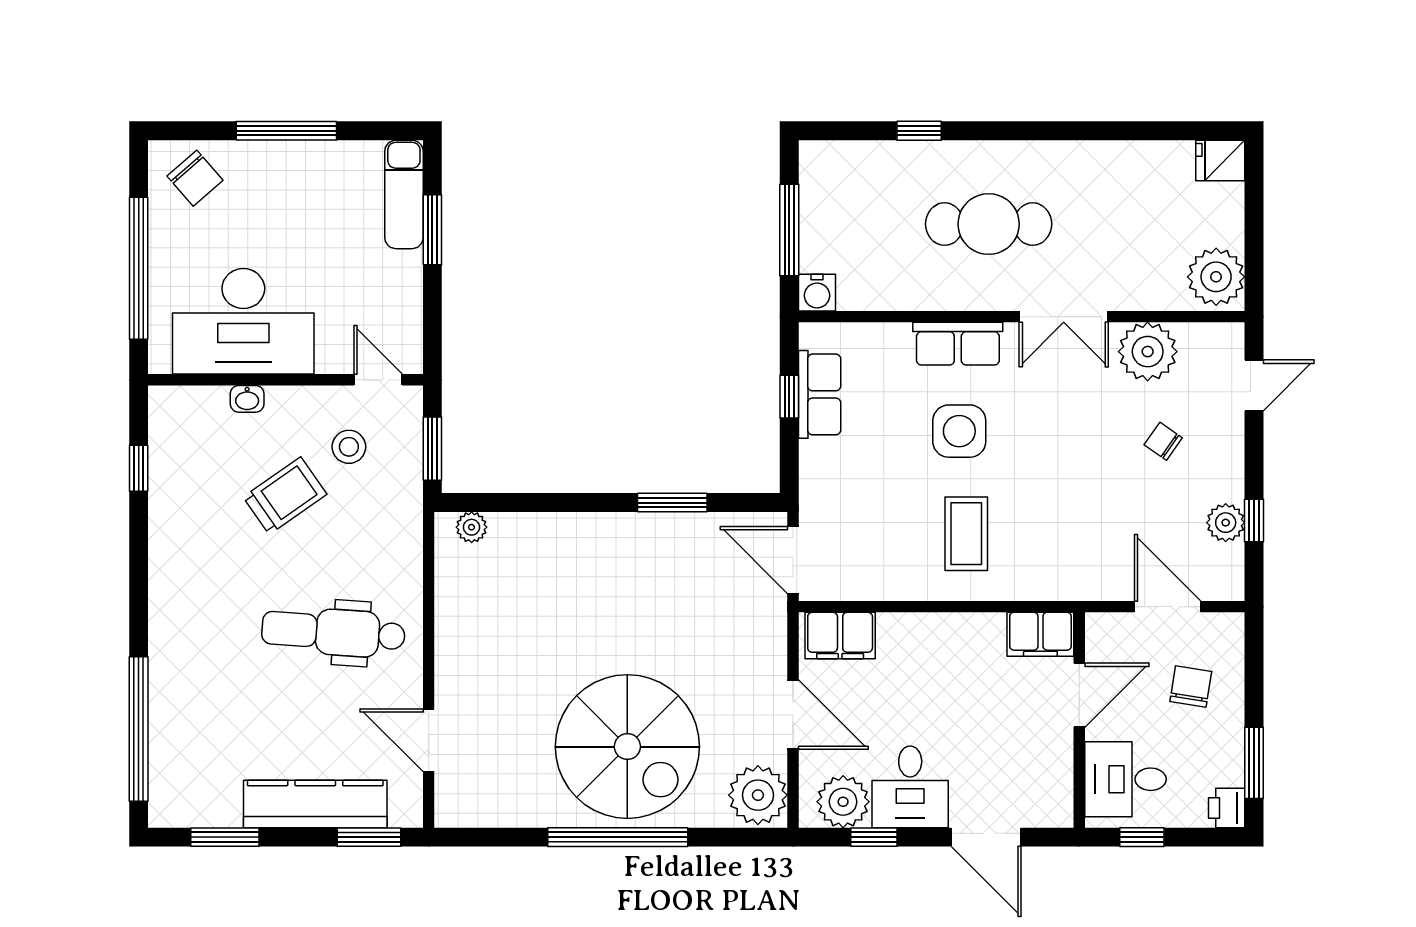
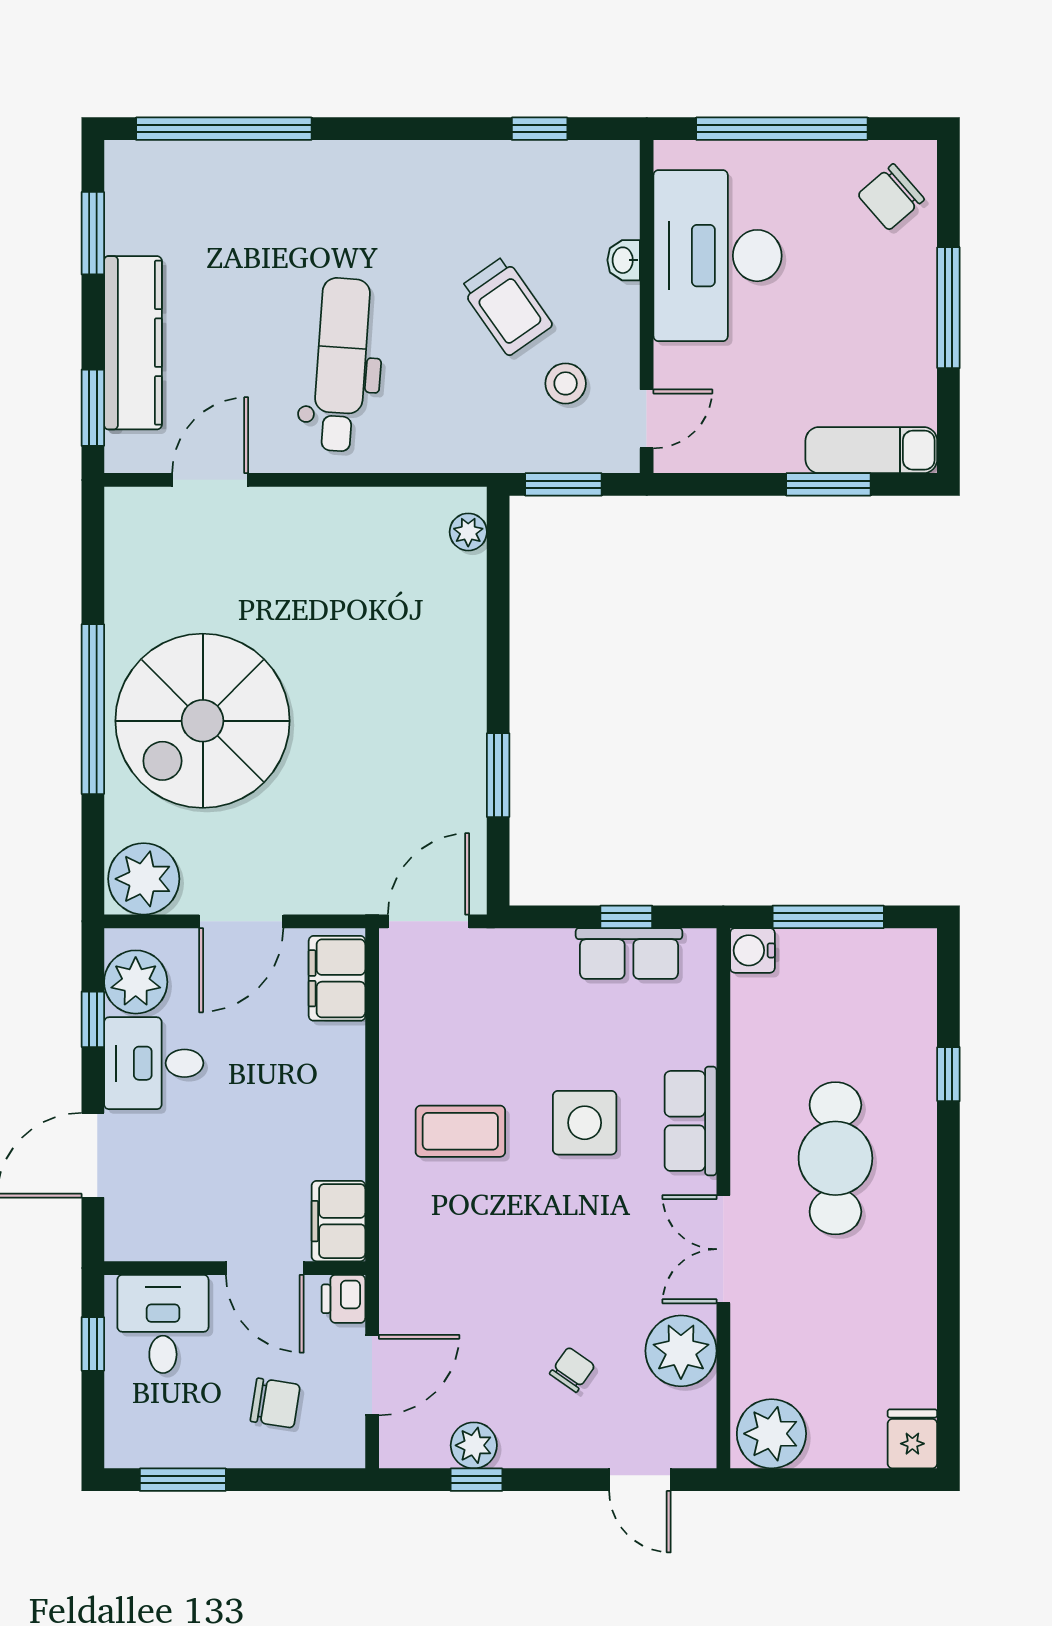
printer: (1227, 808) -> (343, 1299), moved, turned -90

